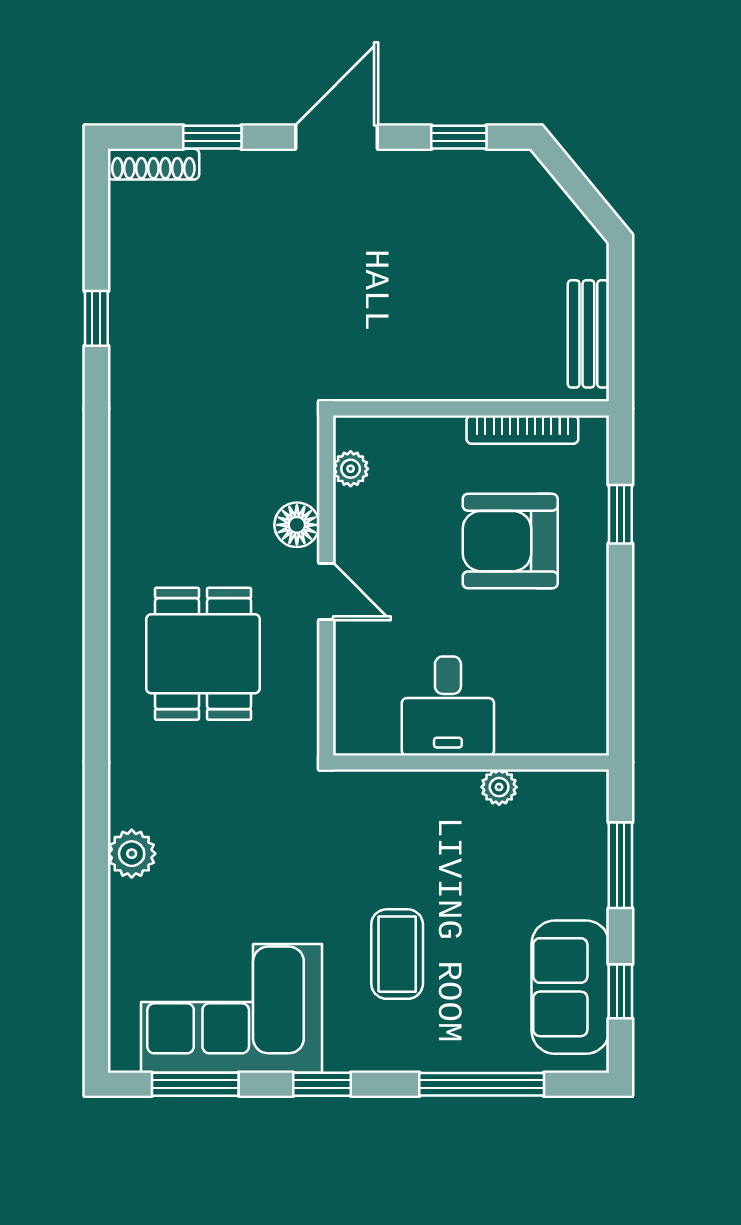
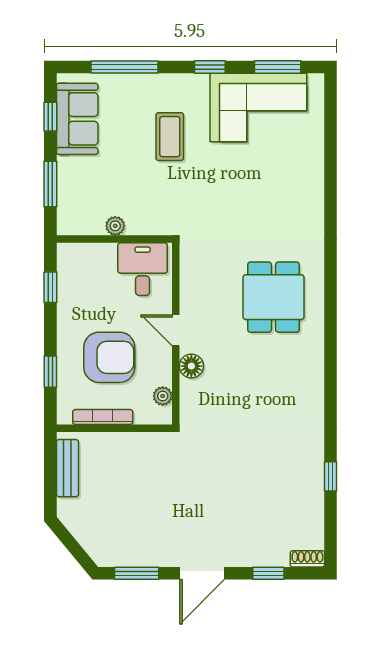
window: (459, 137) -> (137, 573), width x1.50
shoe rack: (153, 164) -> (307, 559), width x0.70
plant: (351, 469) -> (163, 396), moved
floor lamp: (297, 525) -> (191, 366), moved
wall: (326, 585) -> (176, 334), moved
door: (326, 591) -> (176, 330), moved
window: (620, 672) -> (50, 287), added
plant: (132, 854) -> (312, 190), removed

